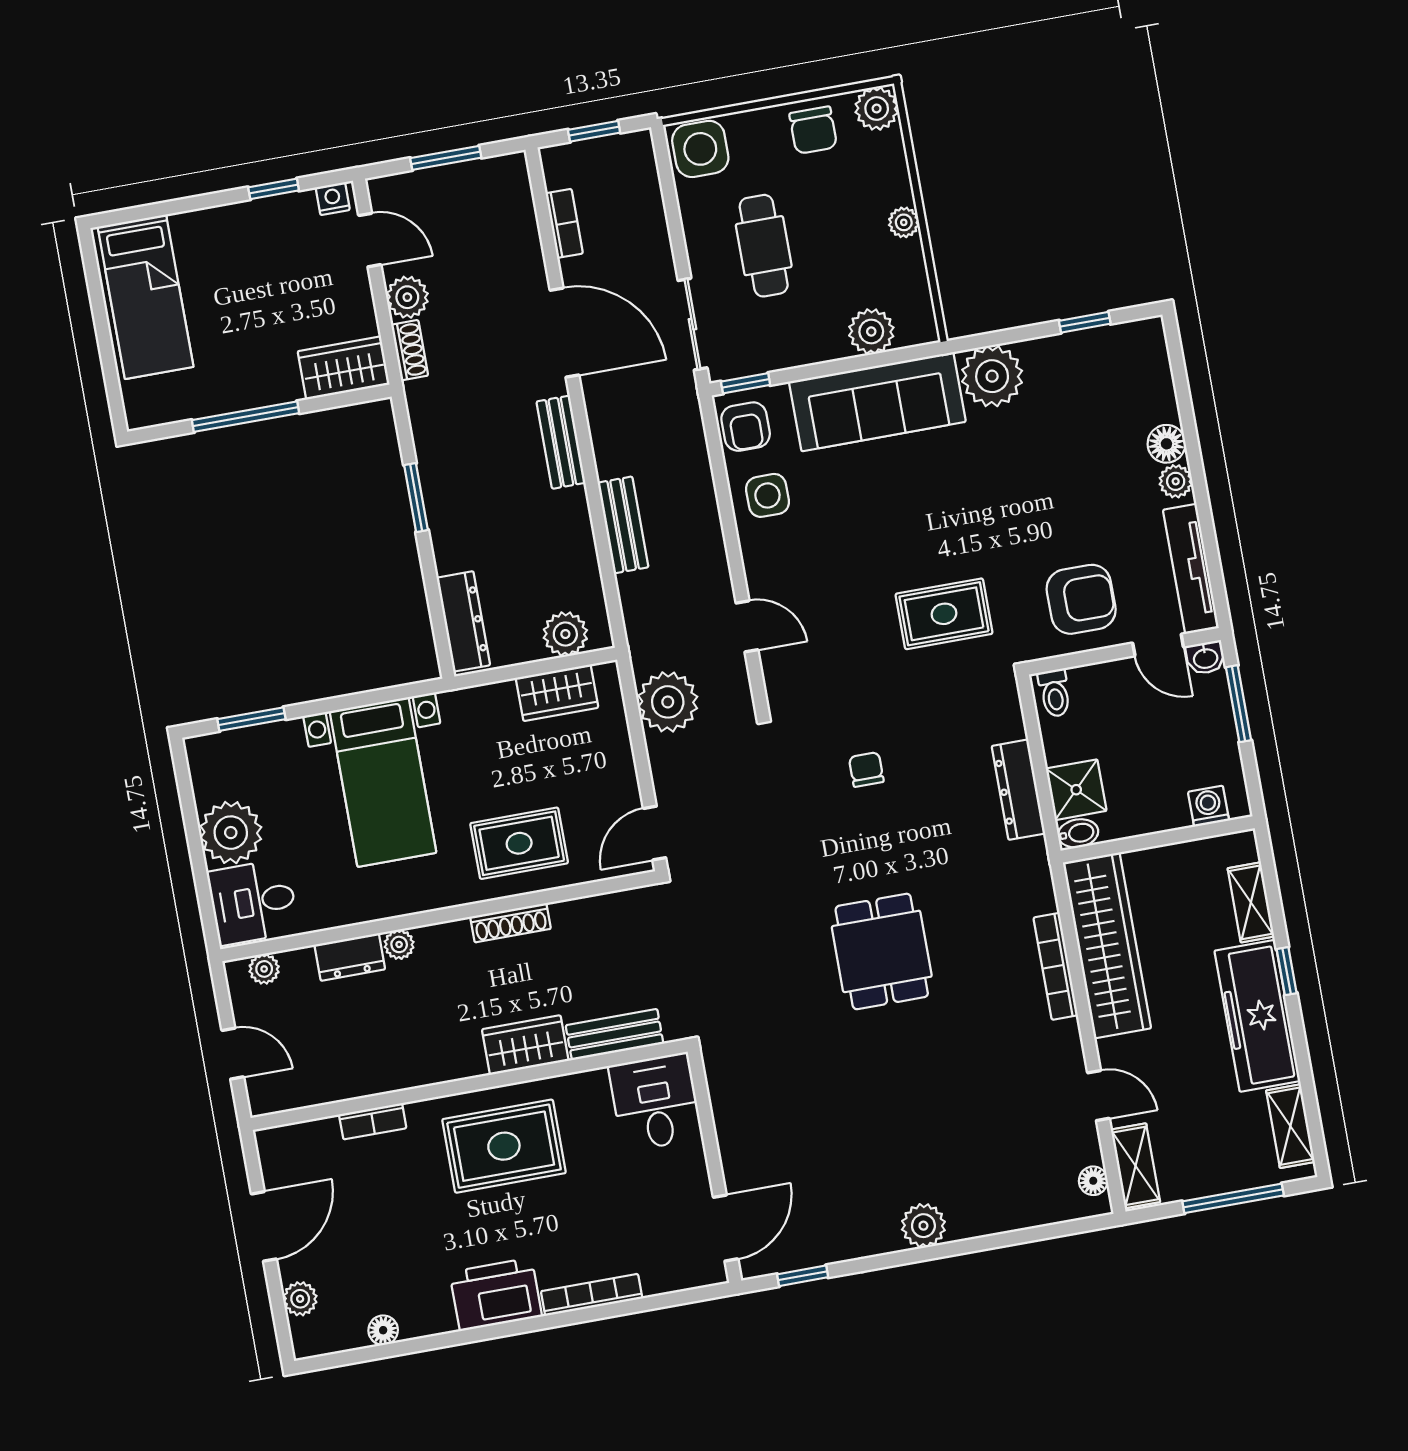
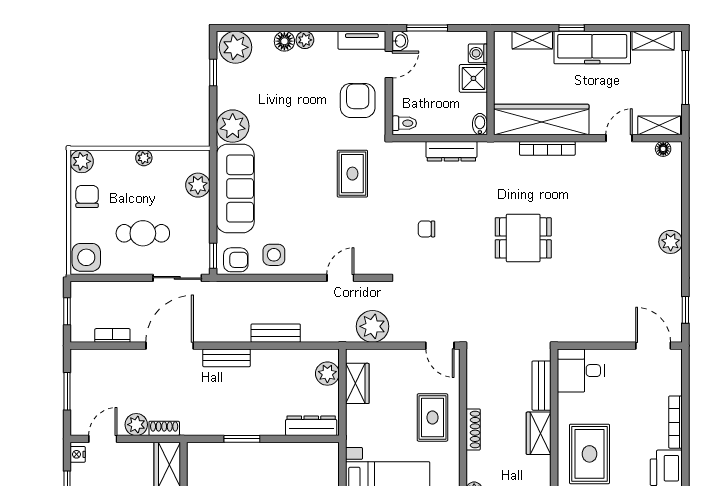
chair: (813, 130) -> (87, 197), turned -90
plant: (1139, 355) -> (235, 47), added
tv unit: (1191, 569) -> (362, 40), width x0.71
shower: (1076, 790) -> (473, 78), moved

